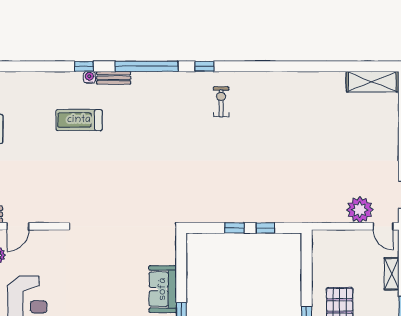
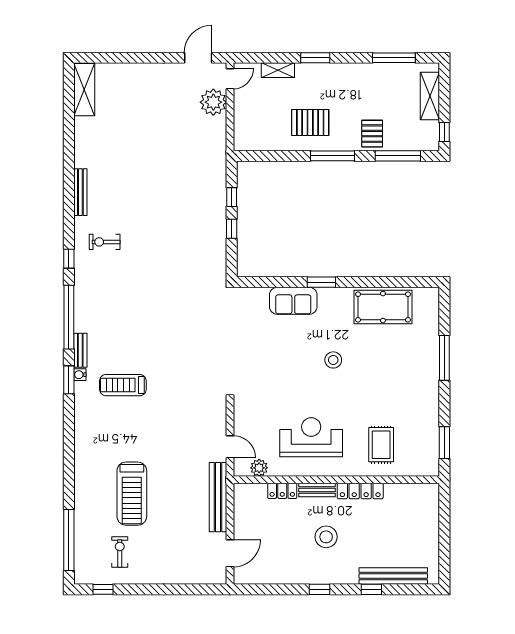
window: (84, 66) -> (69, 380), width x1.50
bench: (271, 78) -> (80, 192), added
treadmill: (79, 120) -> (123, 385), turned 90

